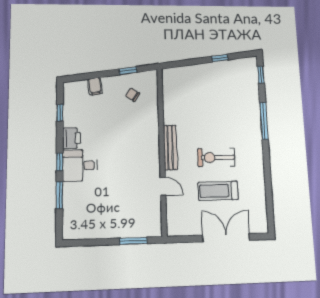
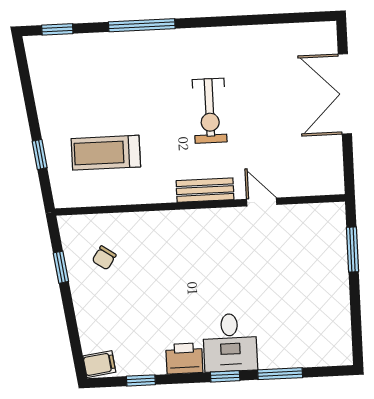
window: (220, 58) -> (40, 154), moved
filing cabinet: (95, 86) -> (99, 364), moved
bench: (170, 147) -> (205, 190), width x0.73
door: (163, 186) -> (262, 202), hinge flipped
treadmill: (218, 191) -> (106, 153), moved, turned 90

